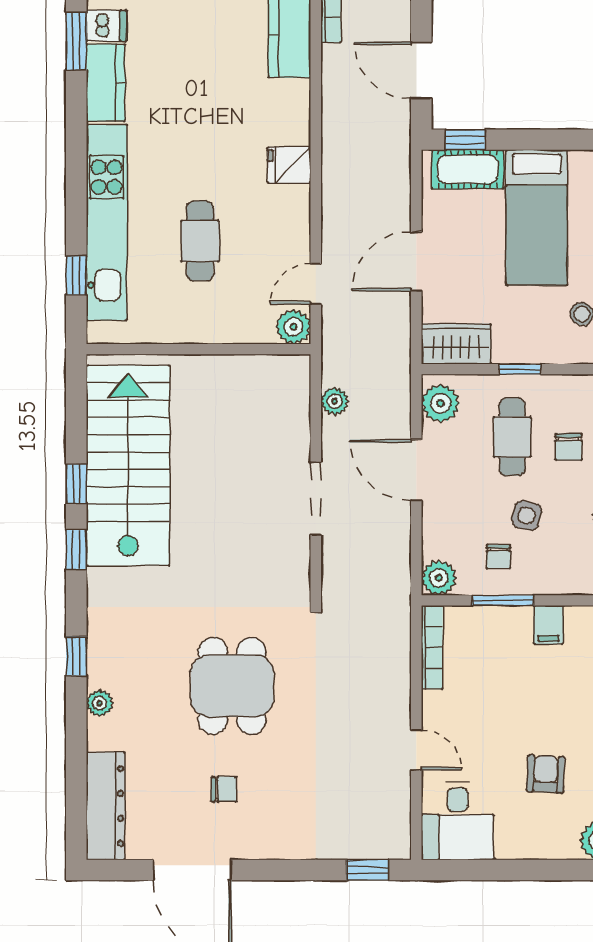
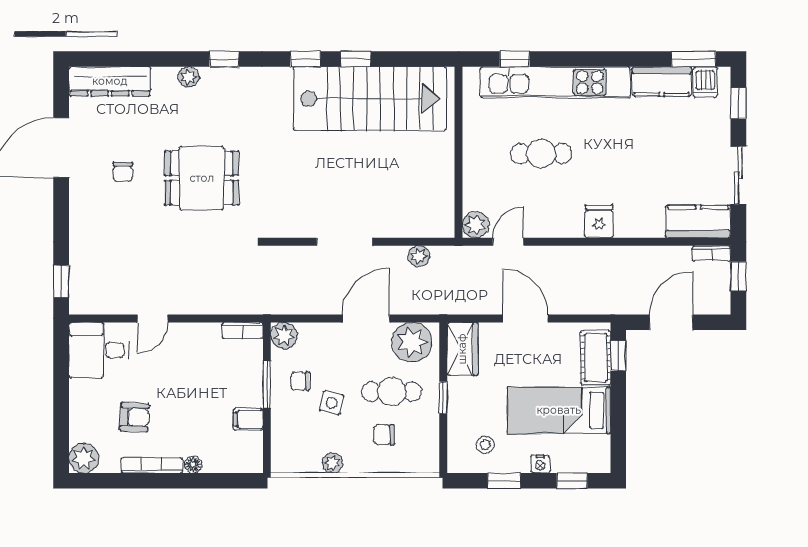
door: (316, 284) -> (508, 242), hinge flipped
plant: (440, 403) -> (412, 342), width x1.36, depth x1.36
bookcase: (432, 647) -> (243, 330), width x0.64

